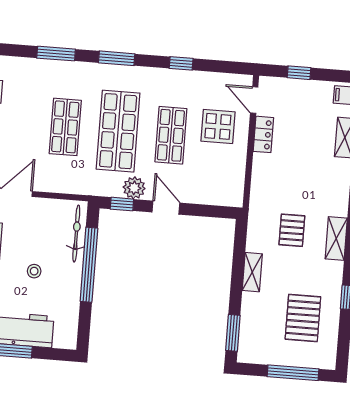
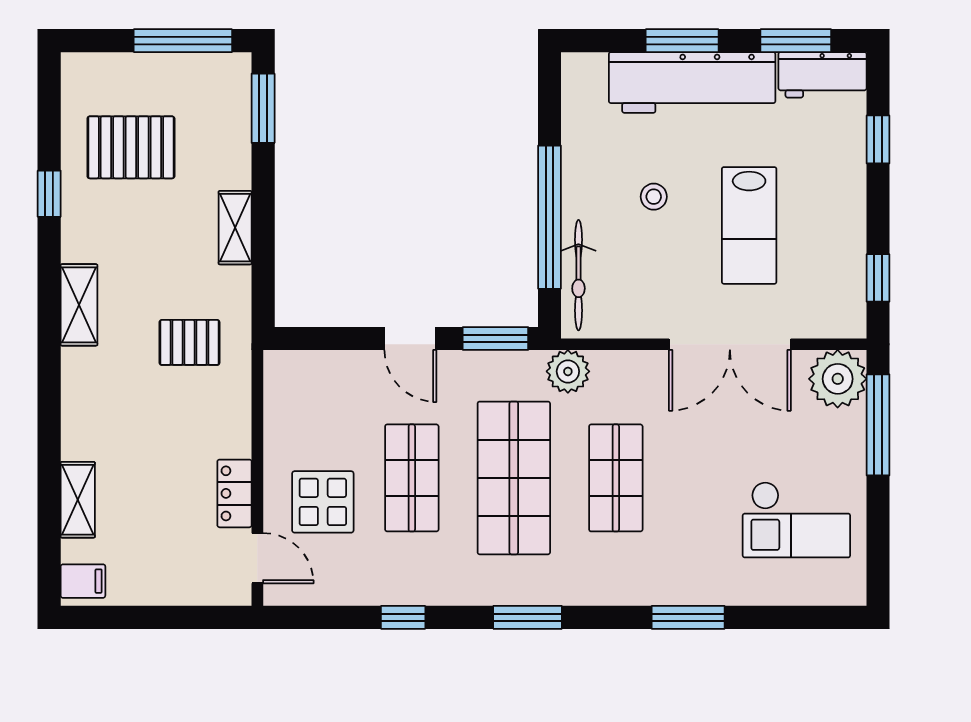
window: (56, 54) -> (688, 617), moved
window: (299, 73) -> (175, 617), removed
plant: (134, 188) -> (568, 371), moved
window: (122, 204) -> (495, 339), width x1.50
pallet: (292, 230) -> (189, 342), moved, turned 90
pallet: (303, 318) -> (131, 147), turned 90
window: (293, 373) -> (183, 41), moved

